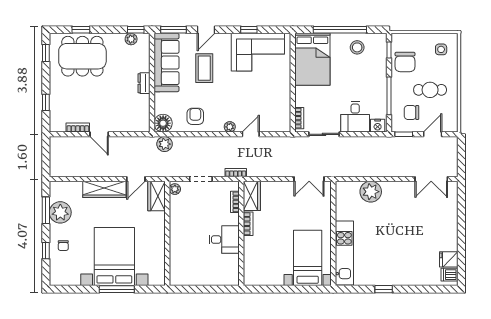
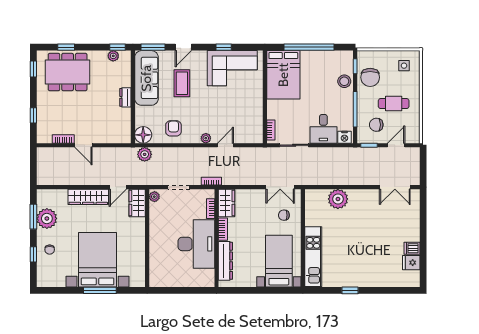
stool: (357, 47) -> (344, 81), moved
chair: (313, 209) -> (284, 215), added
desk: (224, 240) -> (196, 244), width x1.87, depth x1.30
dresser: (251, 258) -> (225, 261), added
dishwasher: (450, 275) -> (412, 248), moved

